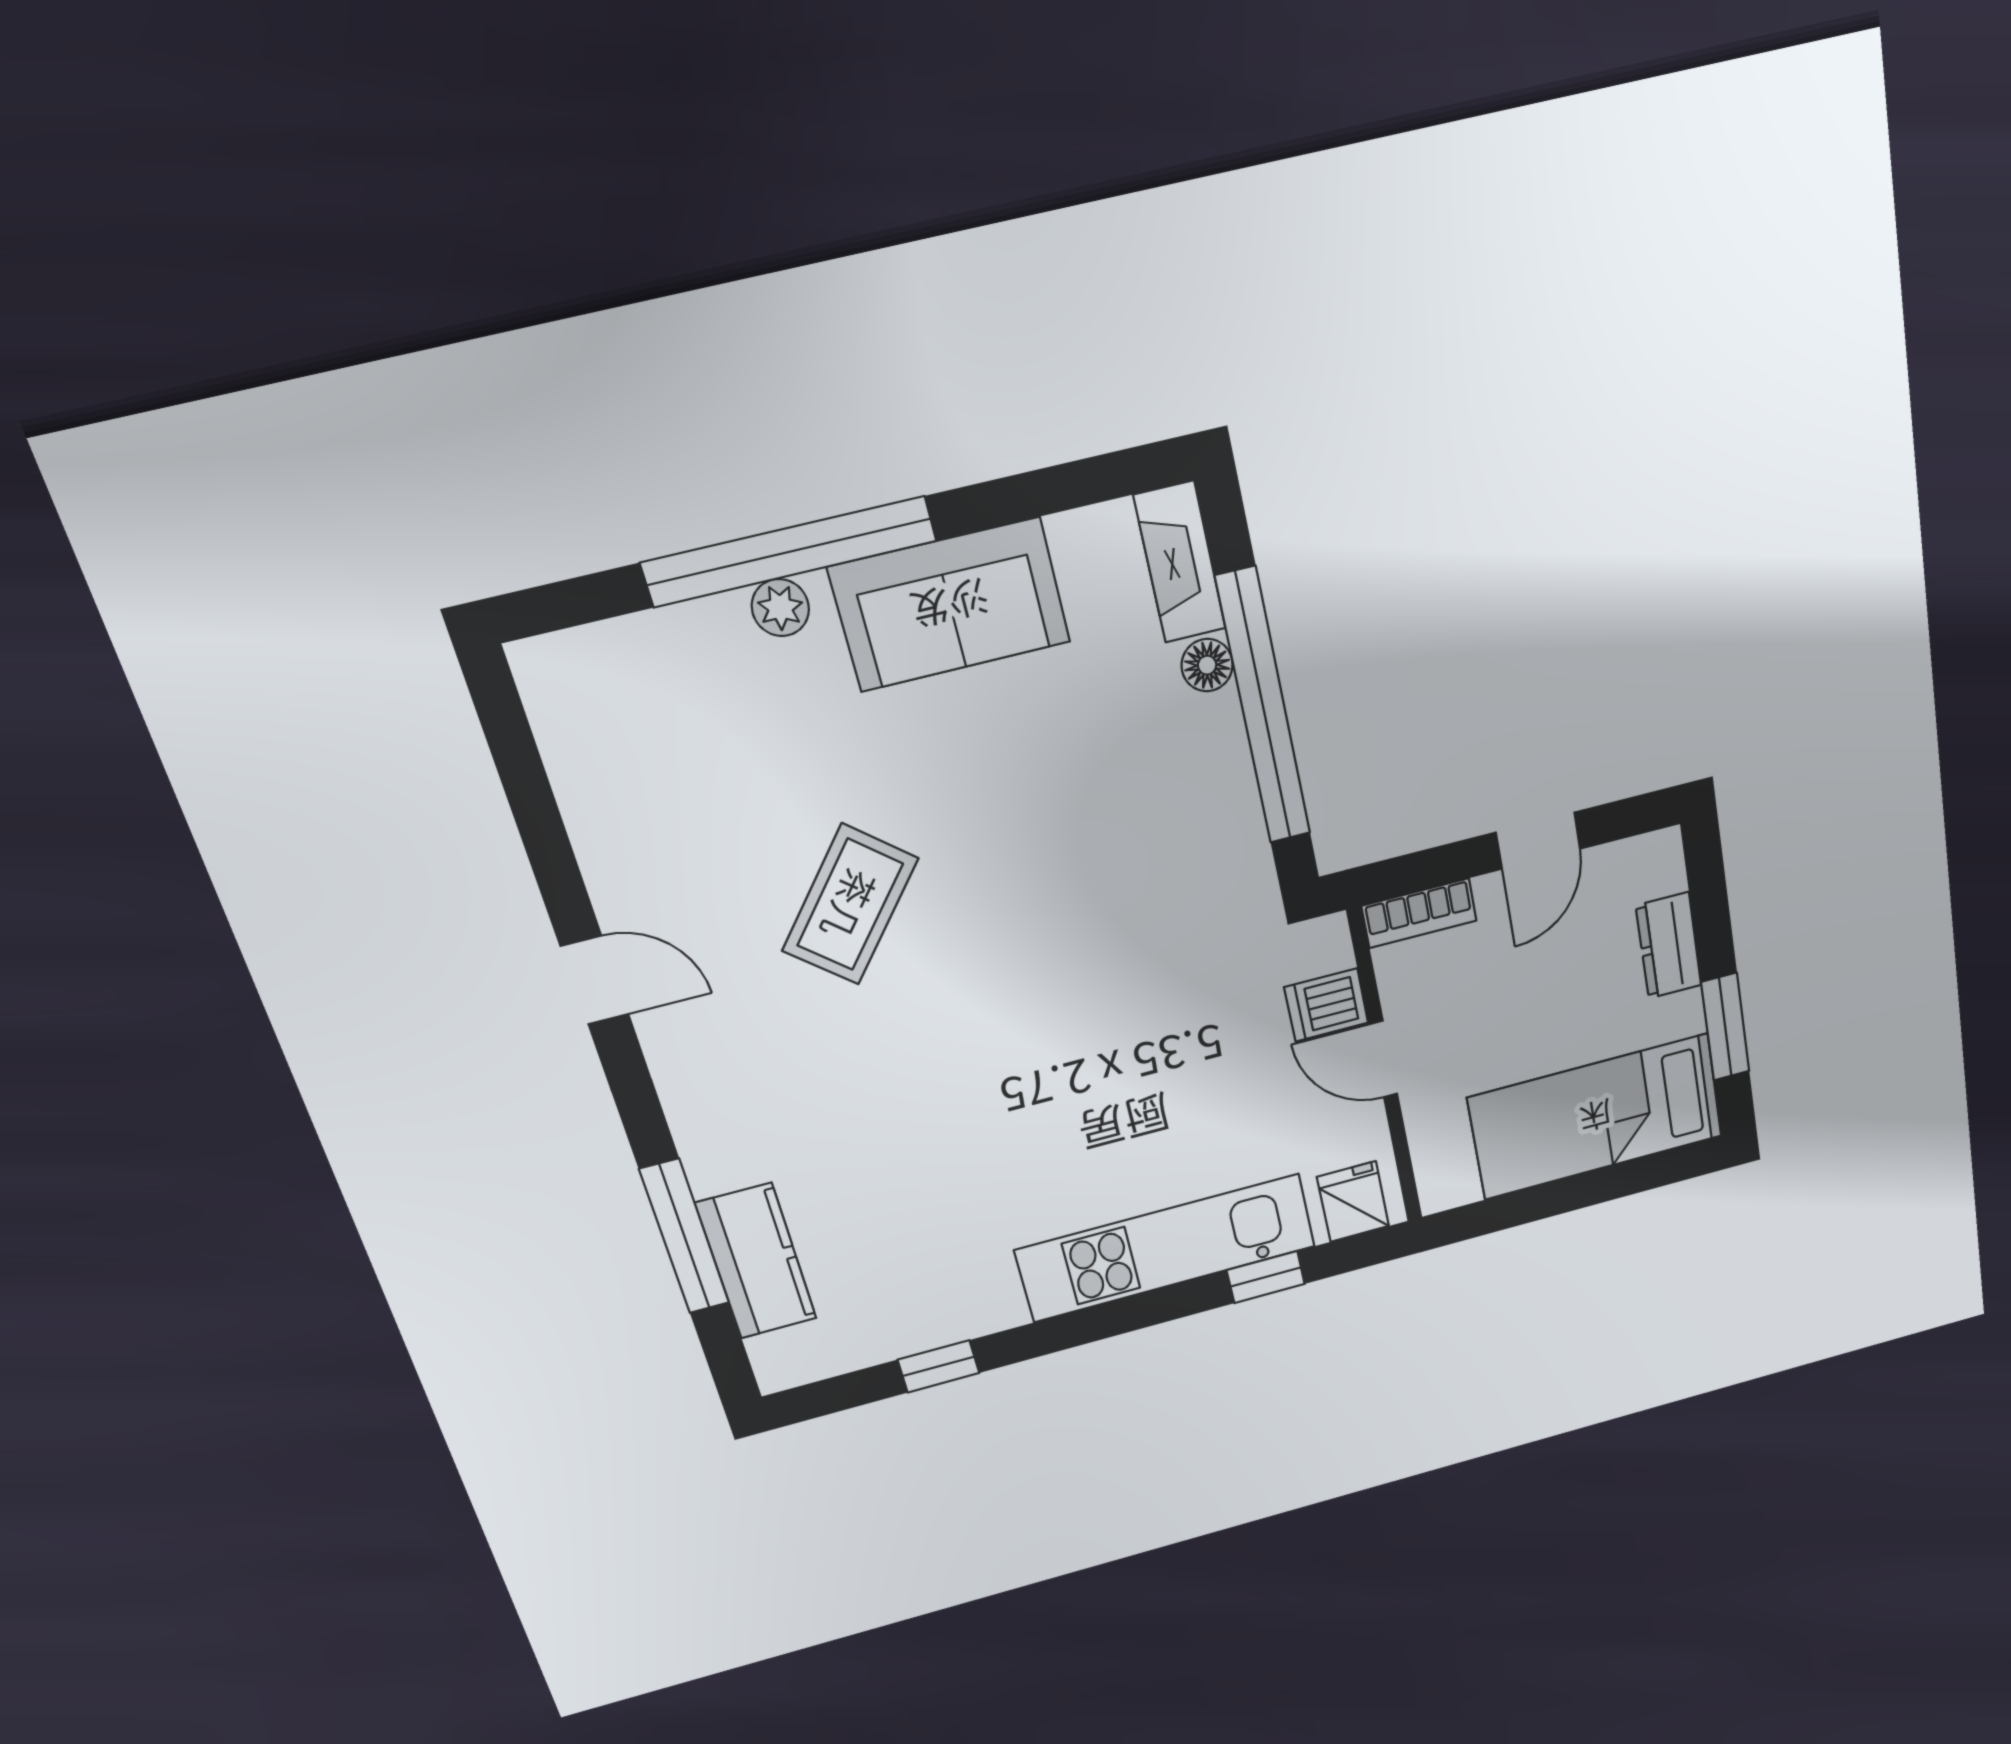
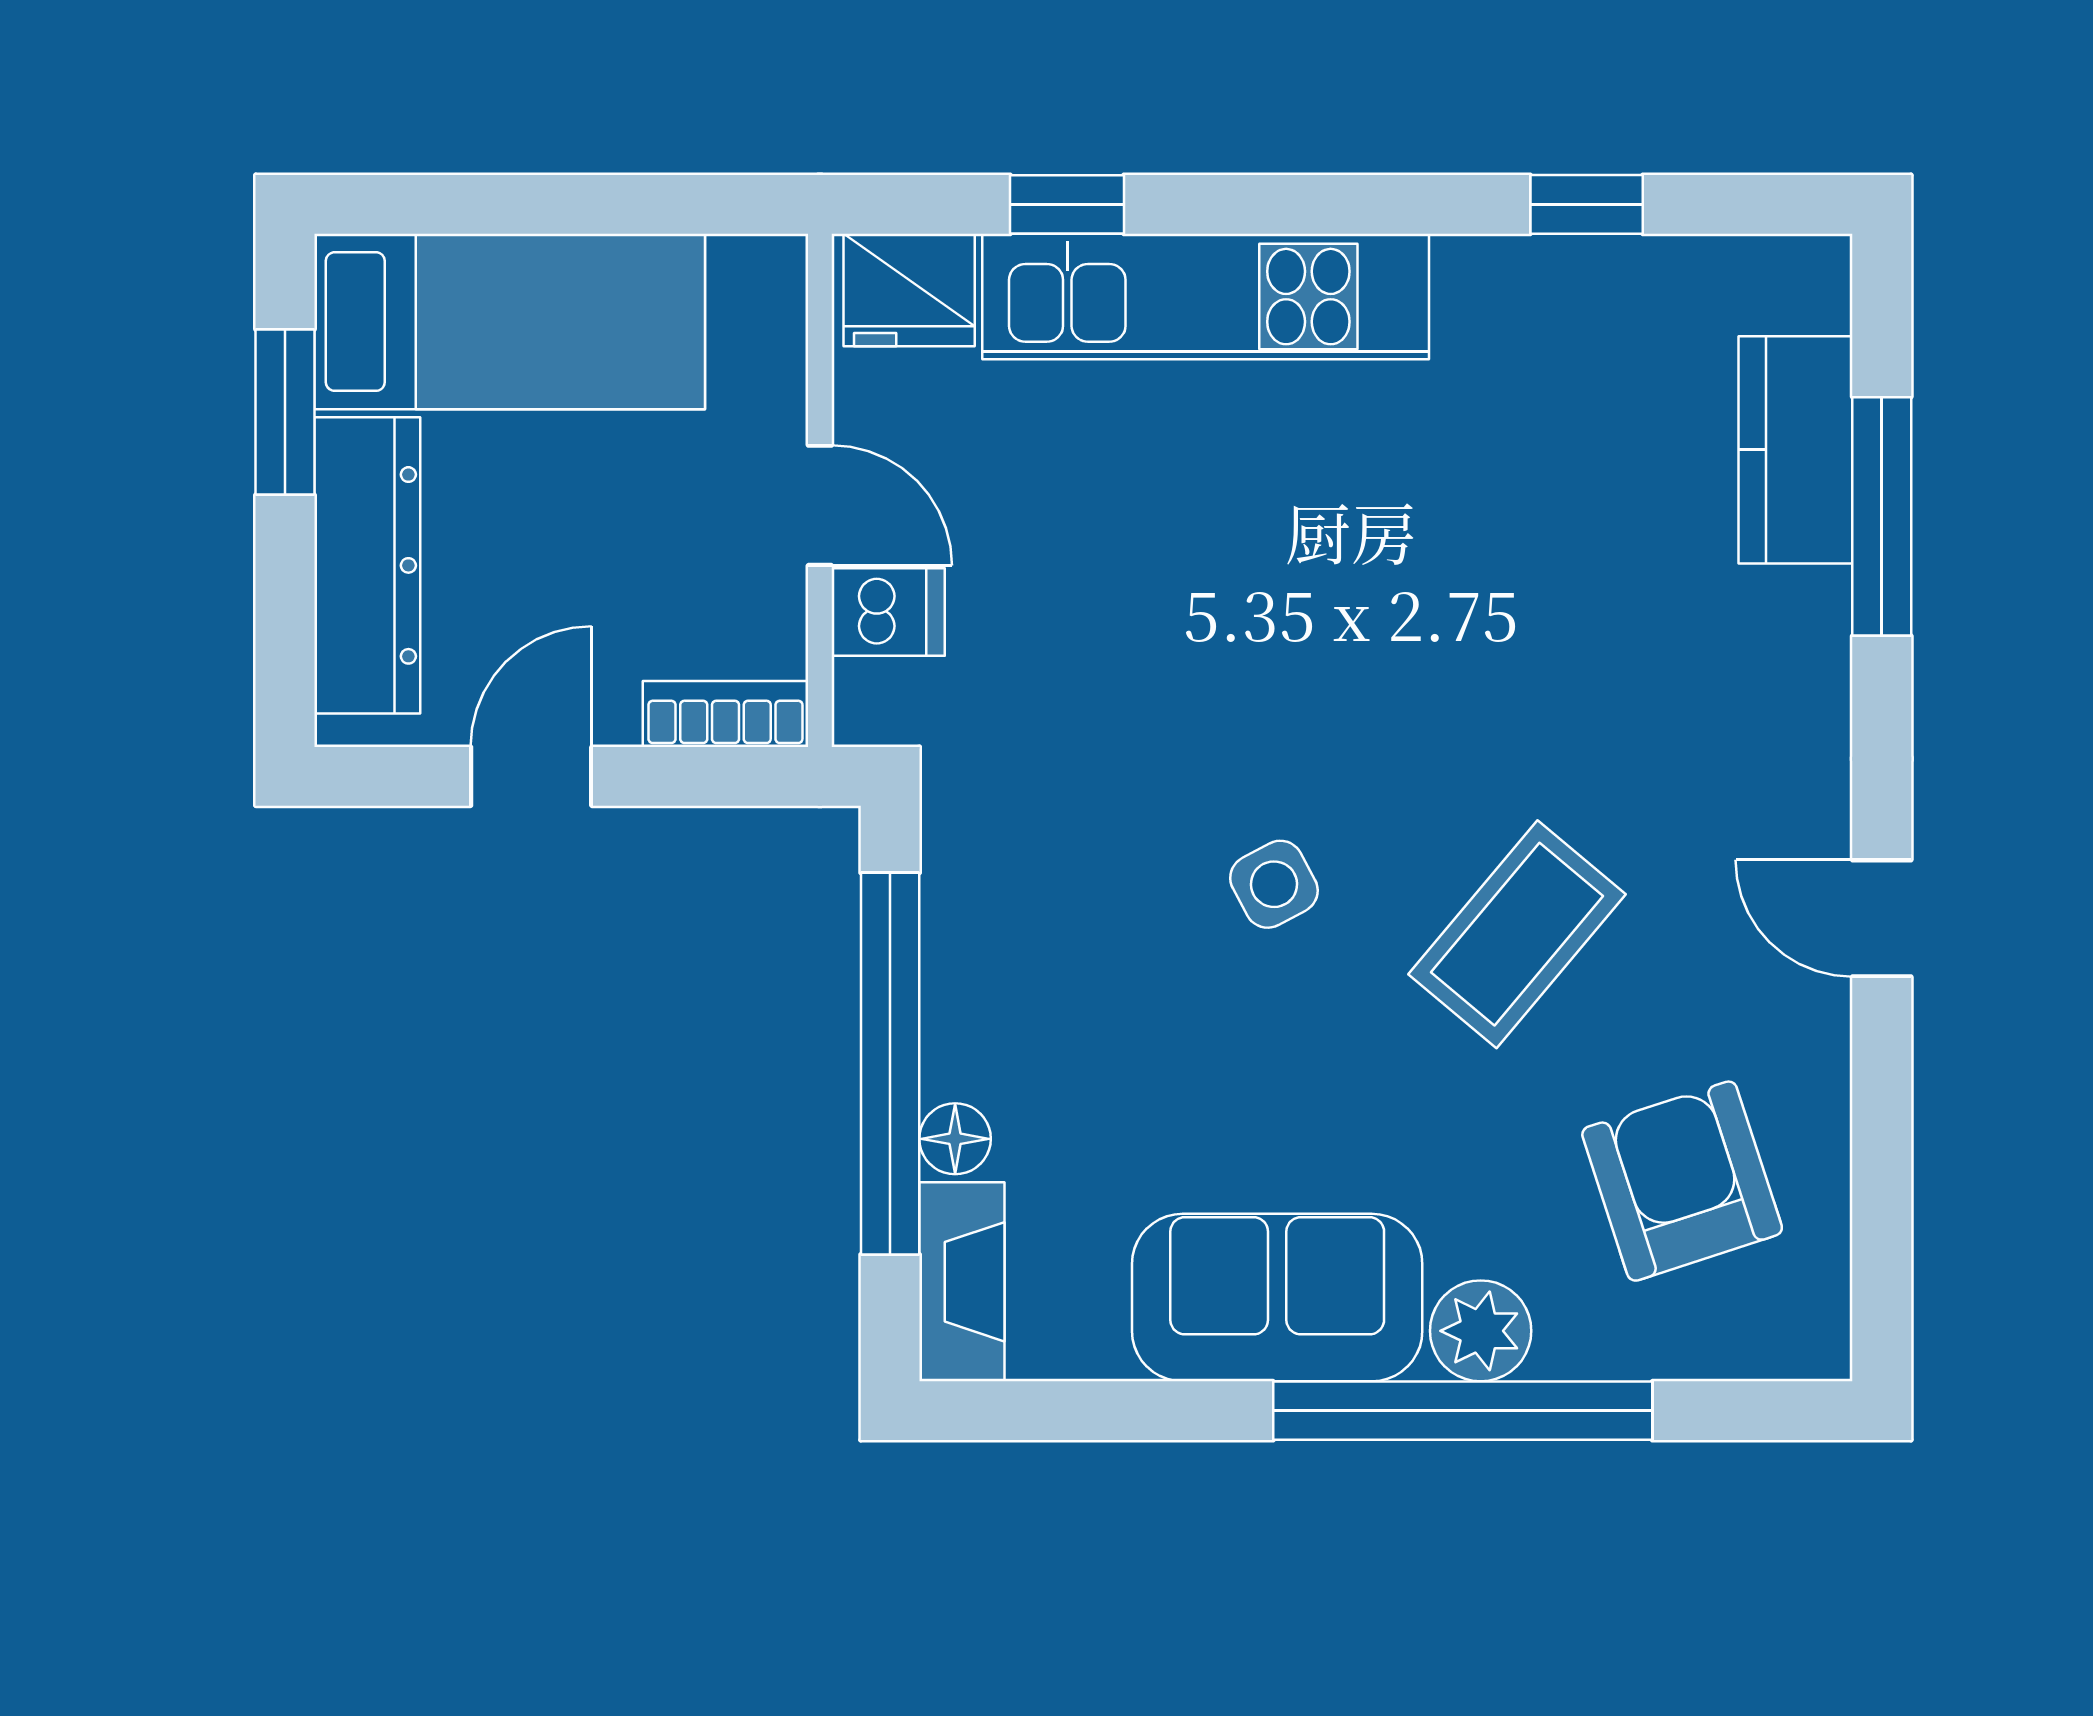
plant: (780, 608) -> (1481, 1331), width x1.38, depth x1.38
armchair: (678, 762) -> (1682, 1181), added
side table: (1028, 896) -> (1274, 884), added
dresser: (1669, 946) -> (367, 565), width x1.96, depth x1.24
fridge: (1353, 1202) -> (909, 290), width x1.38

